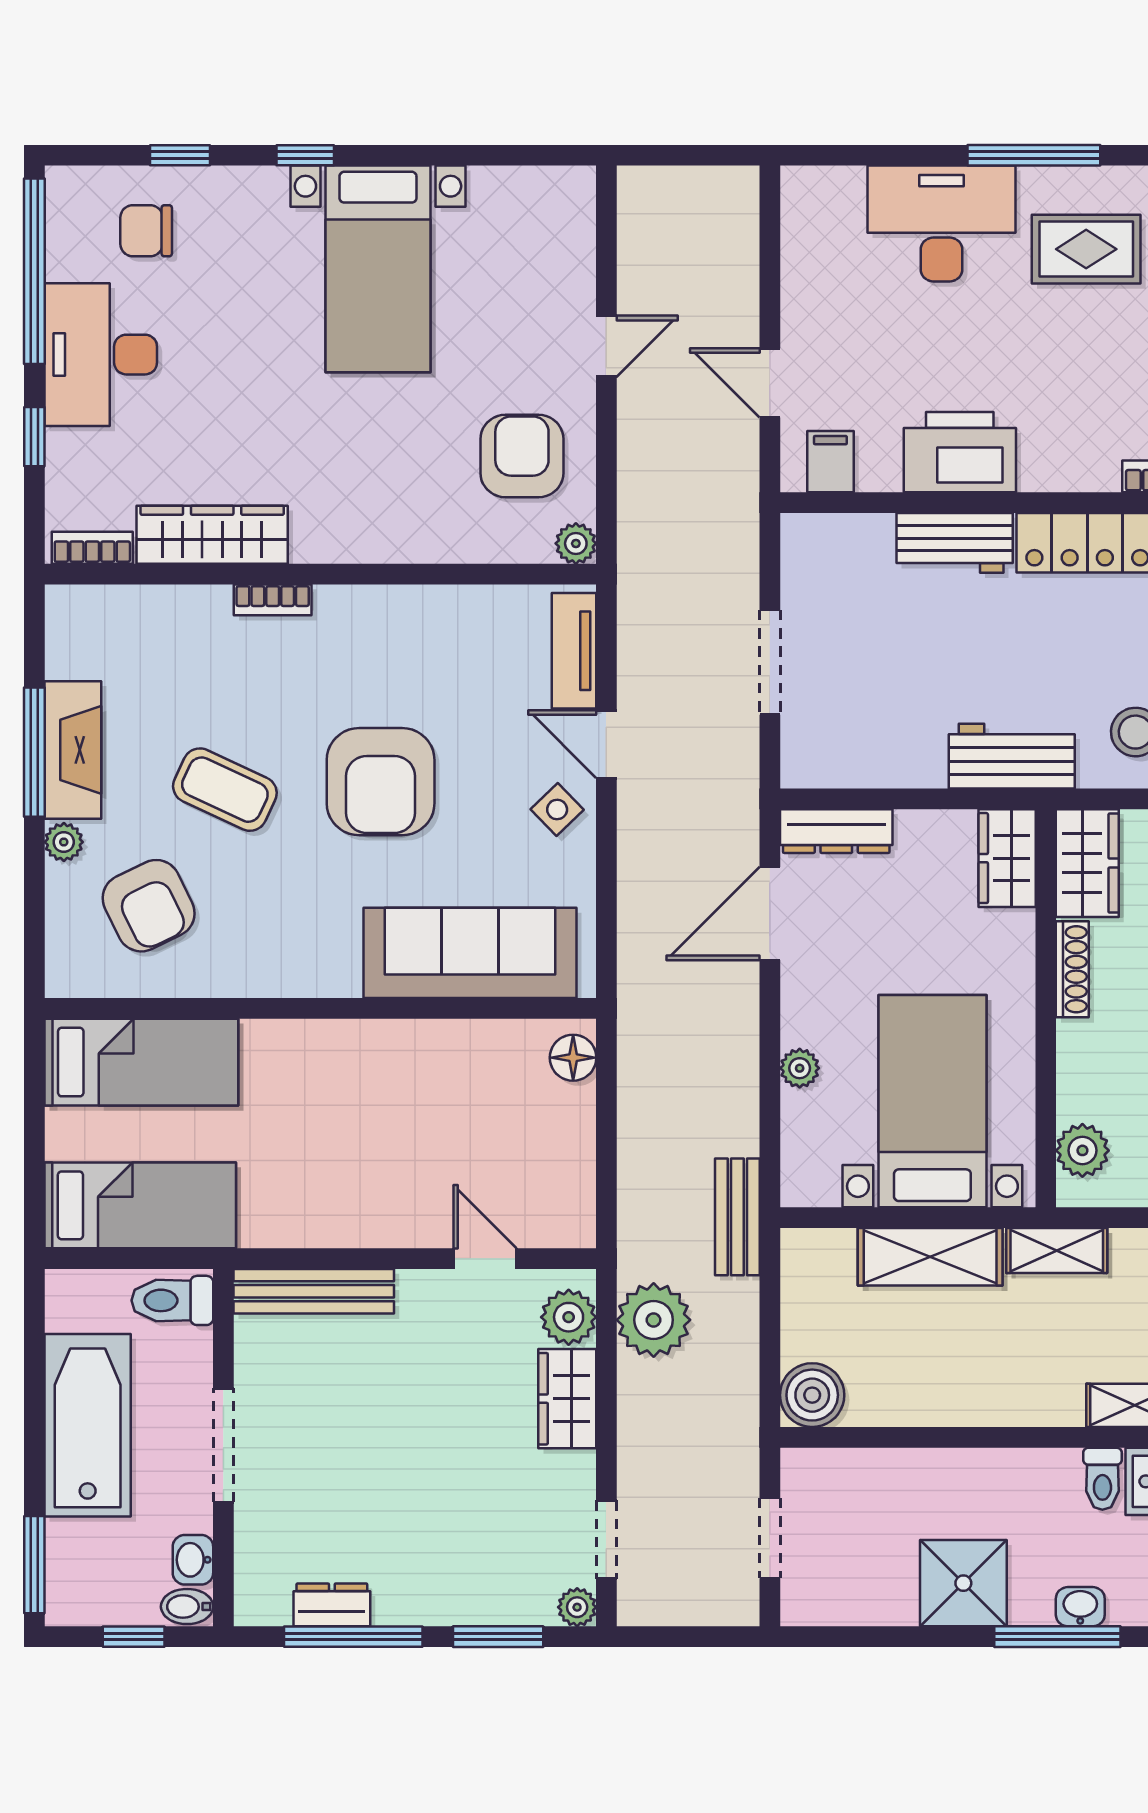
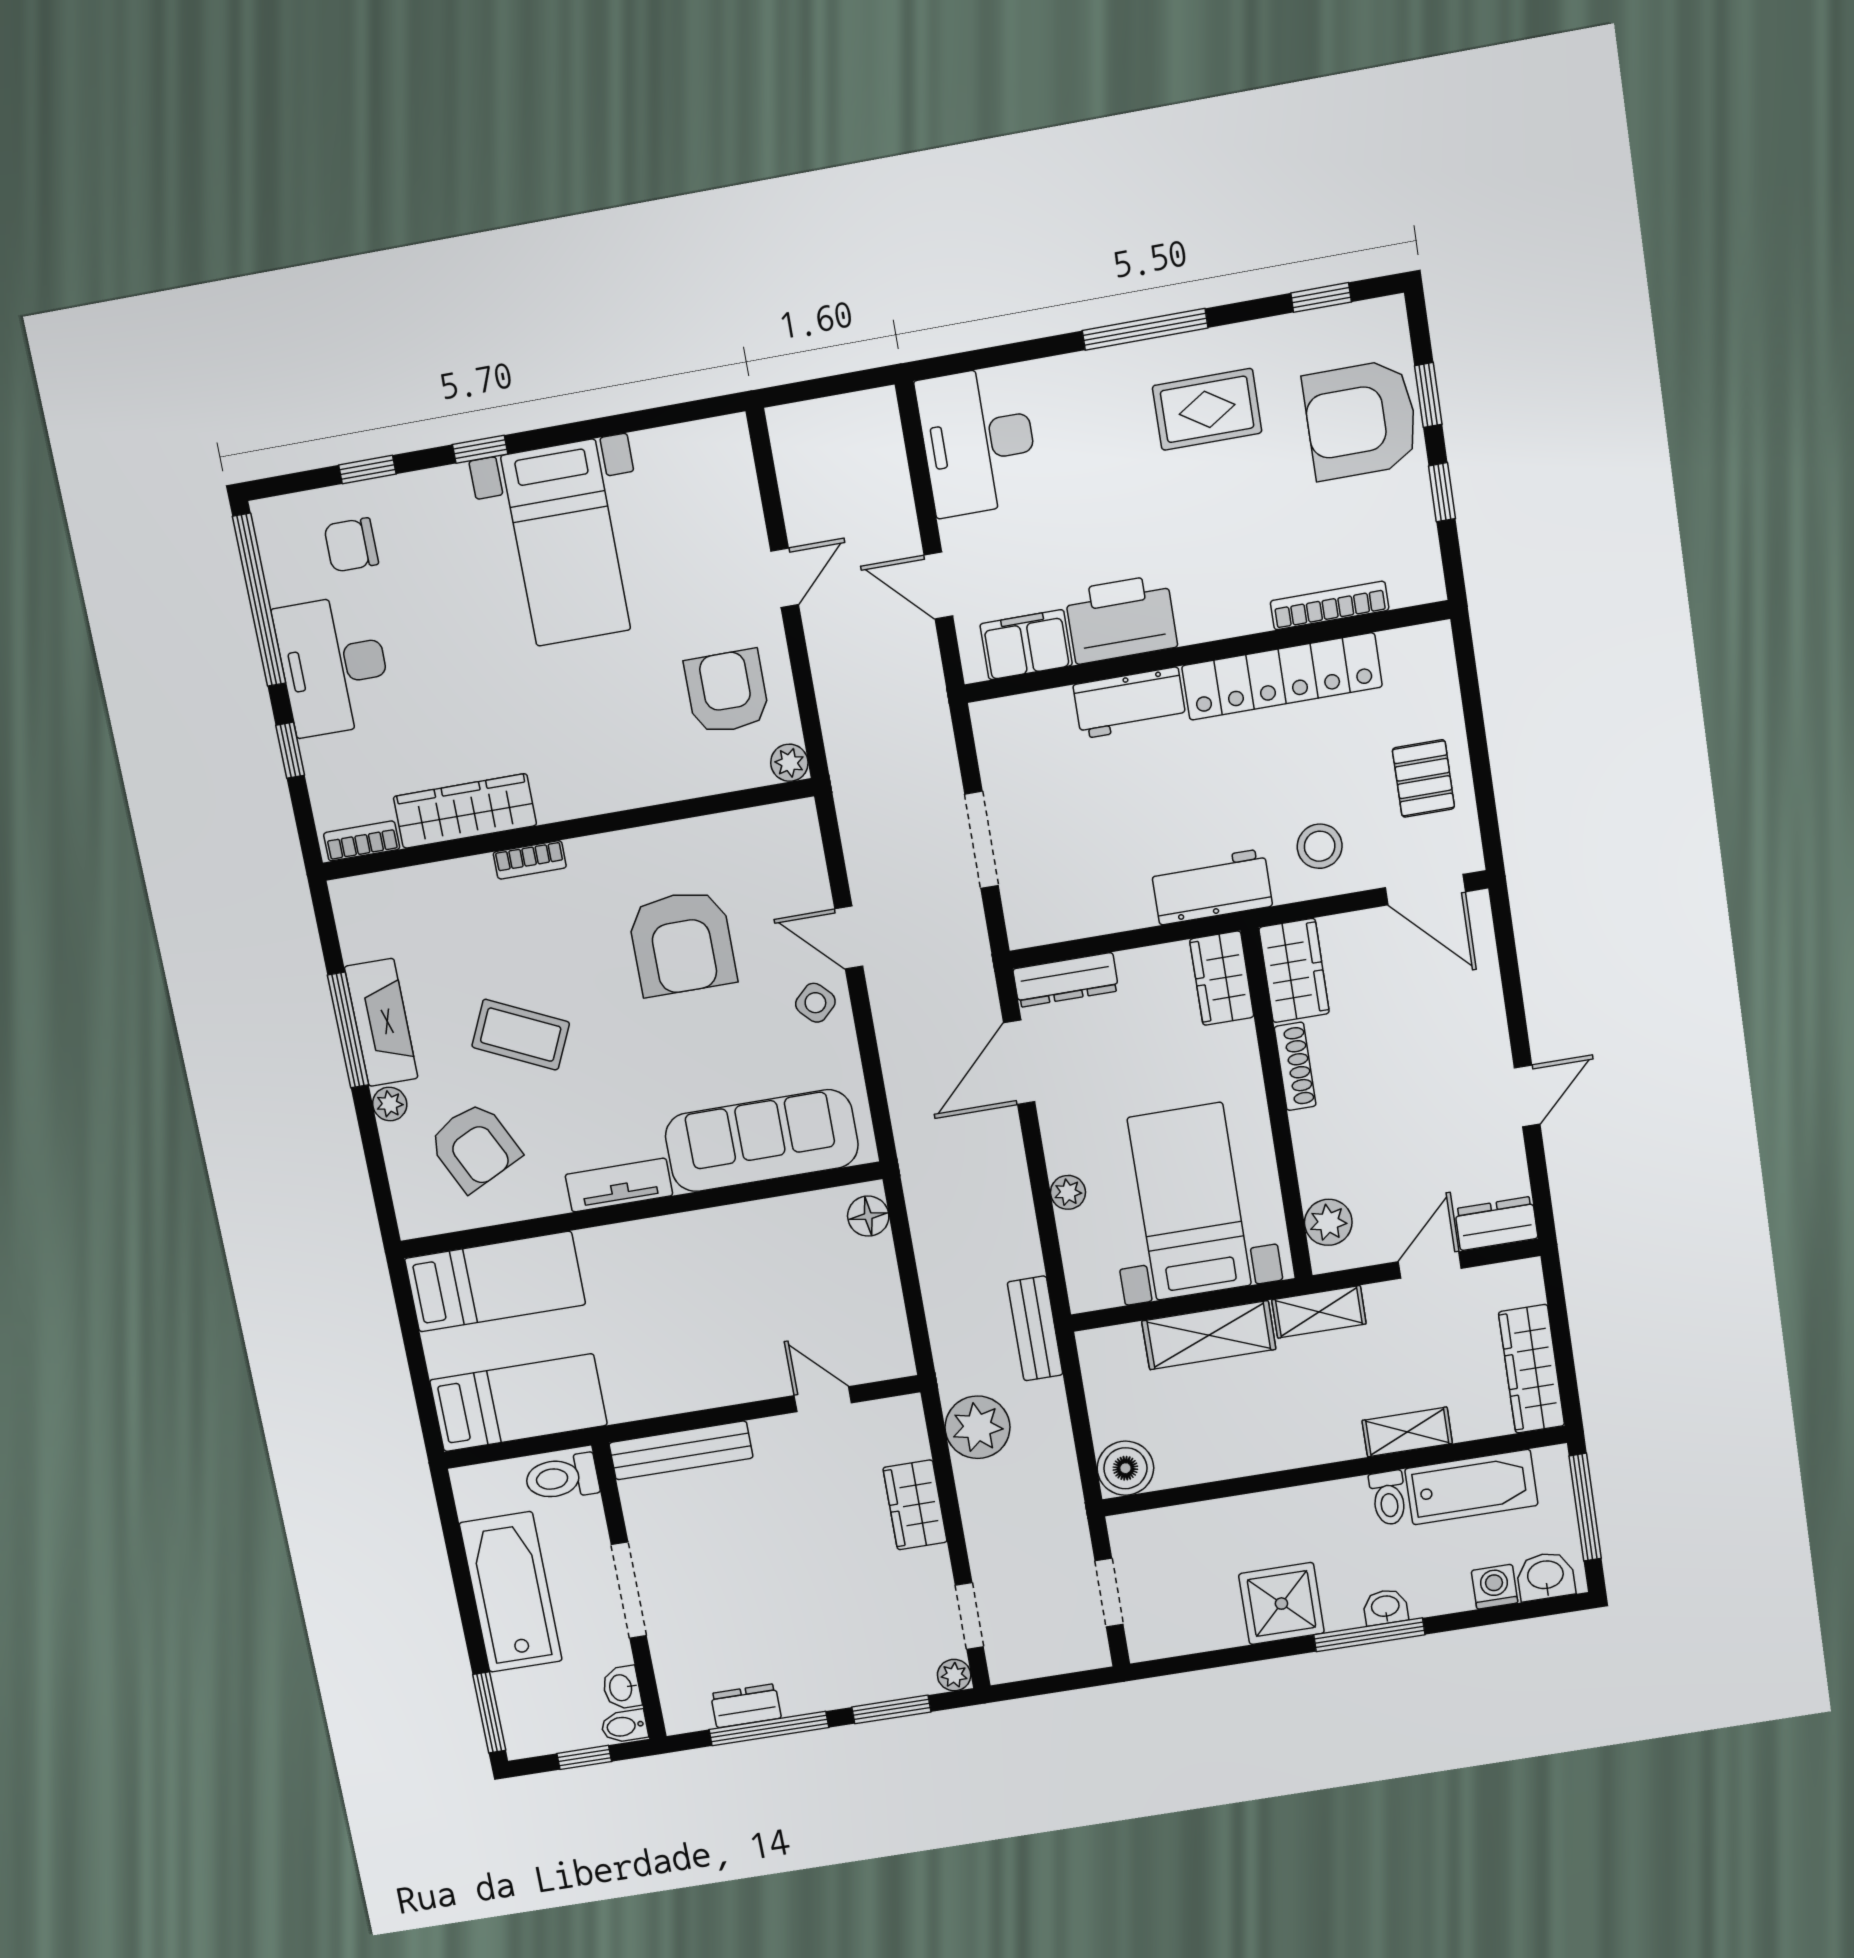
desk: (941, 224) -> (978, 441), moved, turned -90
filing cabinet: (830, 462) -> (1026, 645), width x2.00
tv unit: (574, 651) -> (619, 1185), moved, turned 90
armchair: (381, 782) -> (682, 943), moved
plant: (569, 1317) -> (904, 1437), removed

